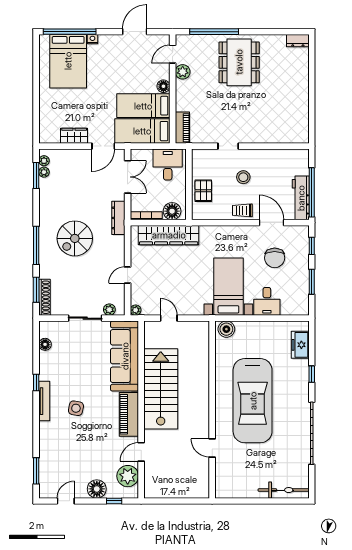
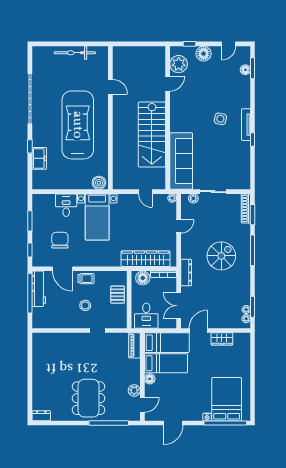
floor lamp: (45, 344) -> (245, 70), moved
freezer: (300, 345) -> (39, 158), moved
piano: (129, 414) -> (178, 114), removed
bicycle: (284, 490) -> (75, 53), moved

